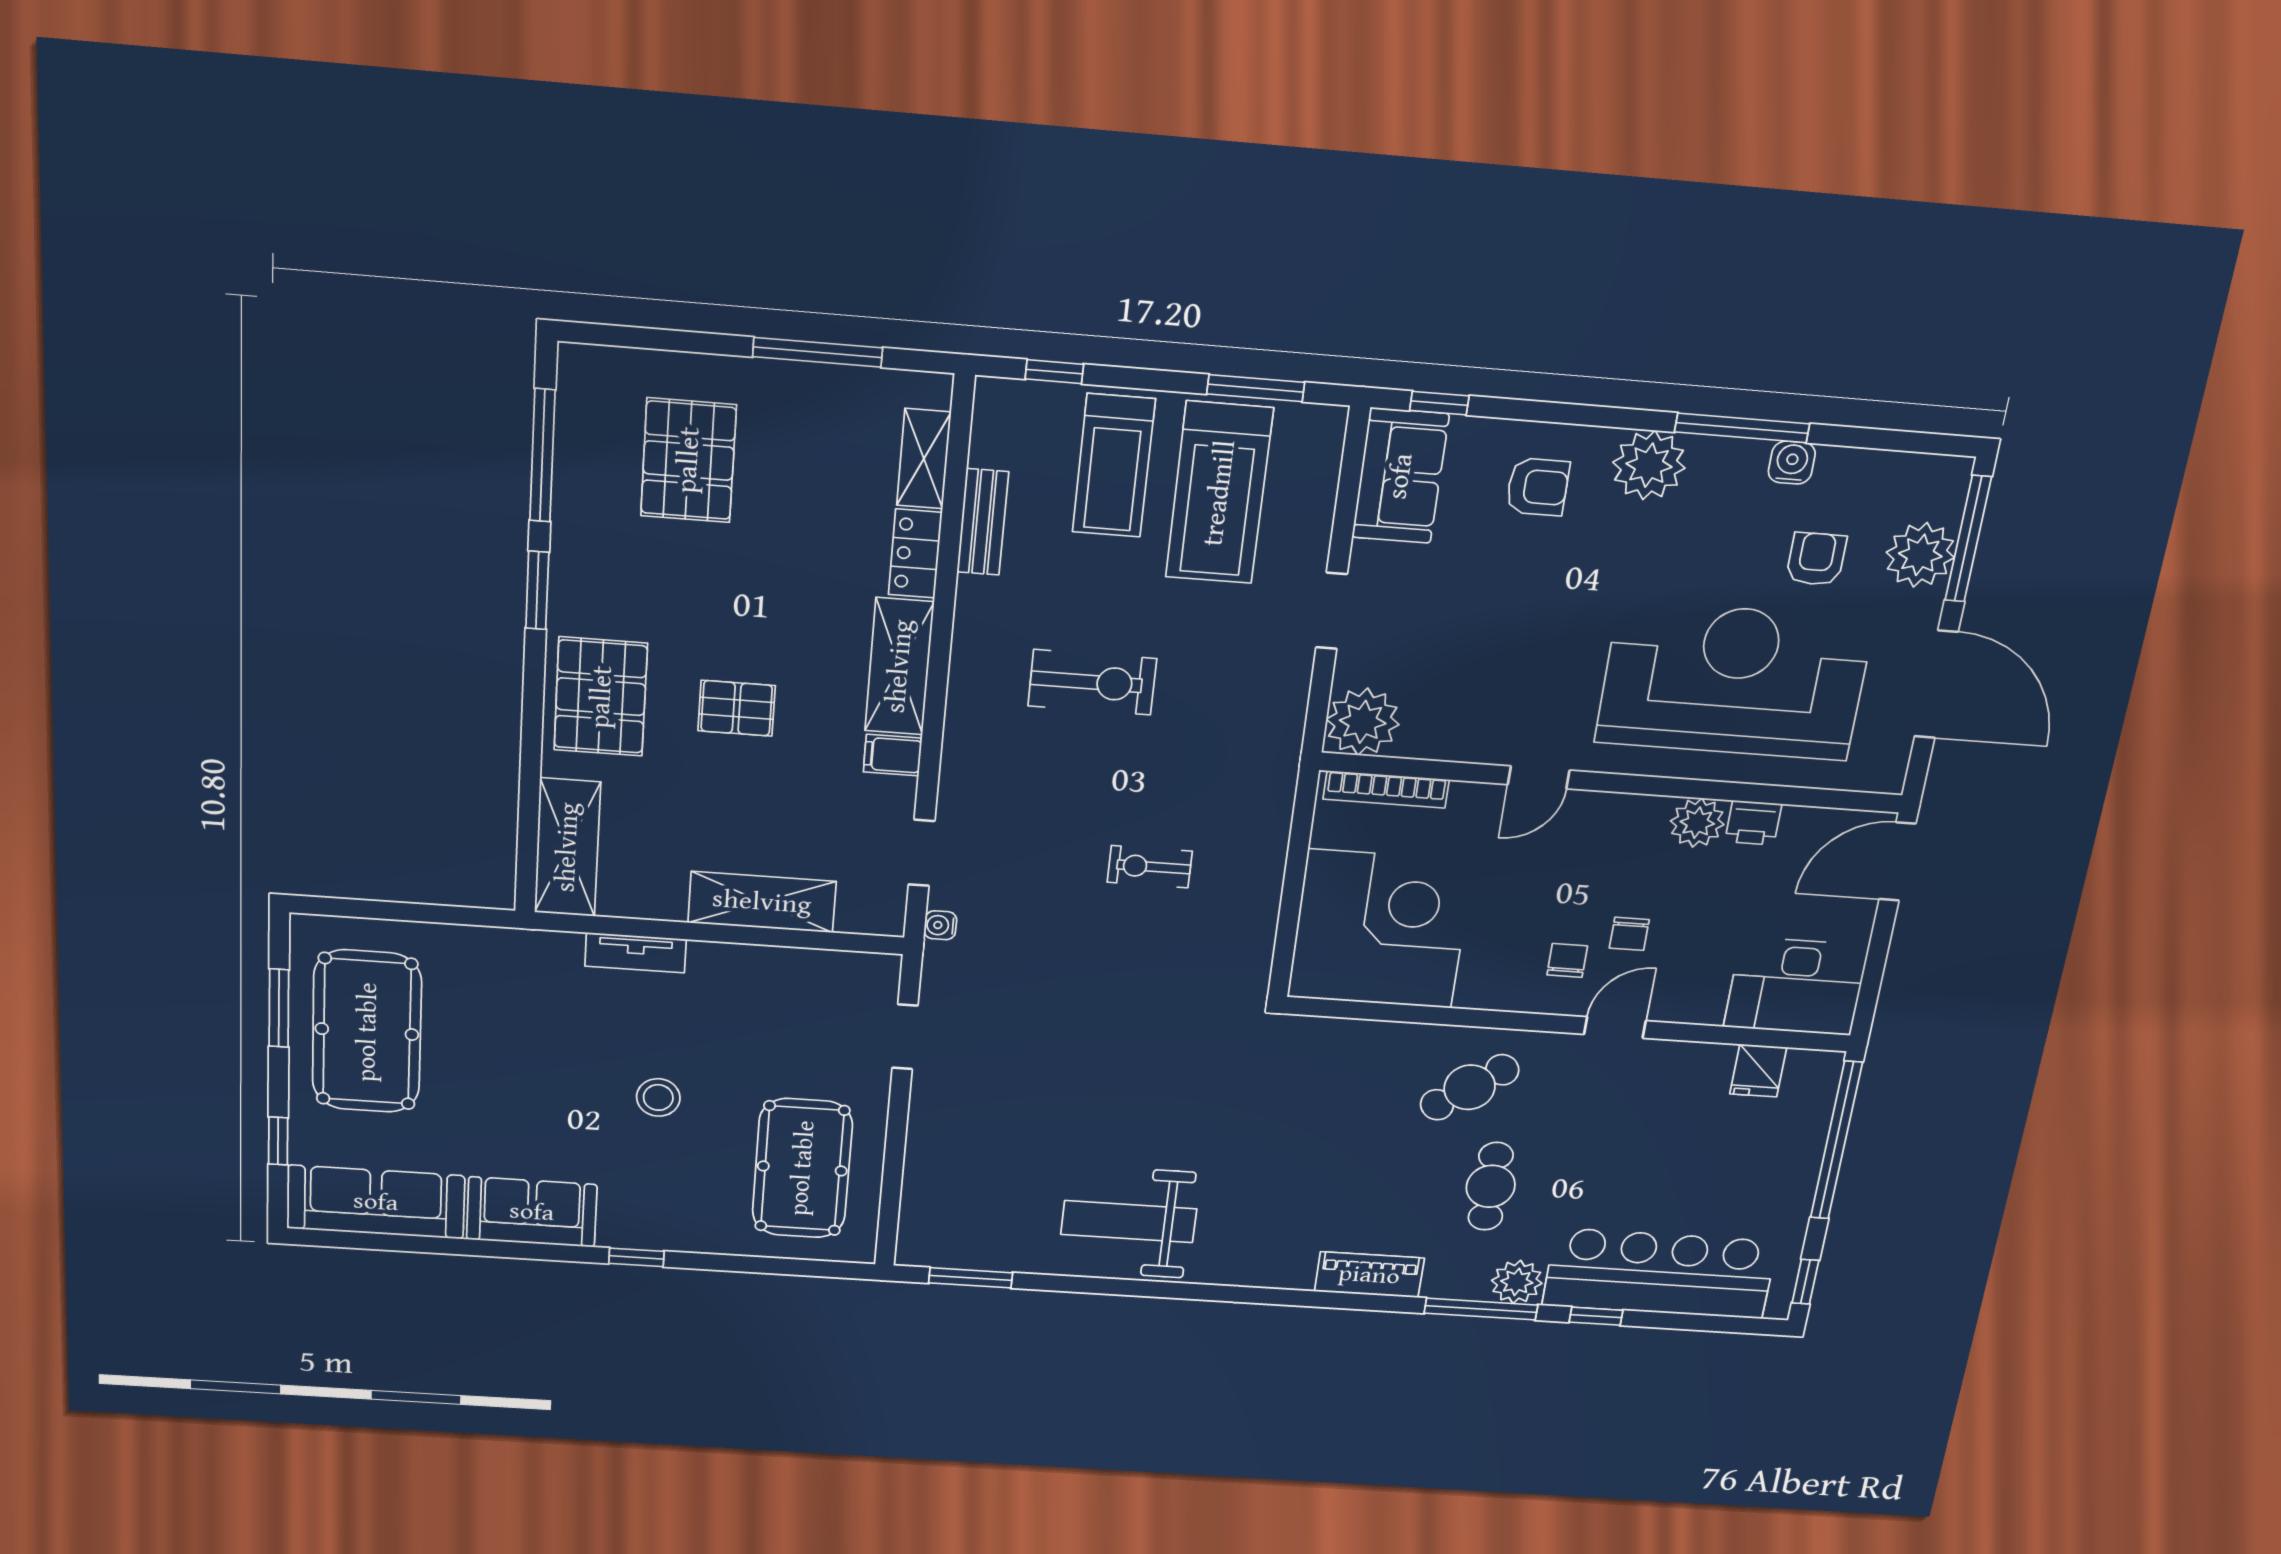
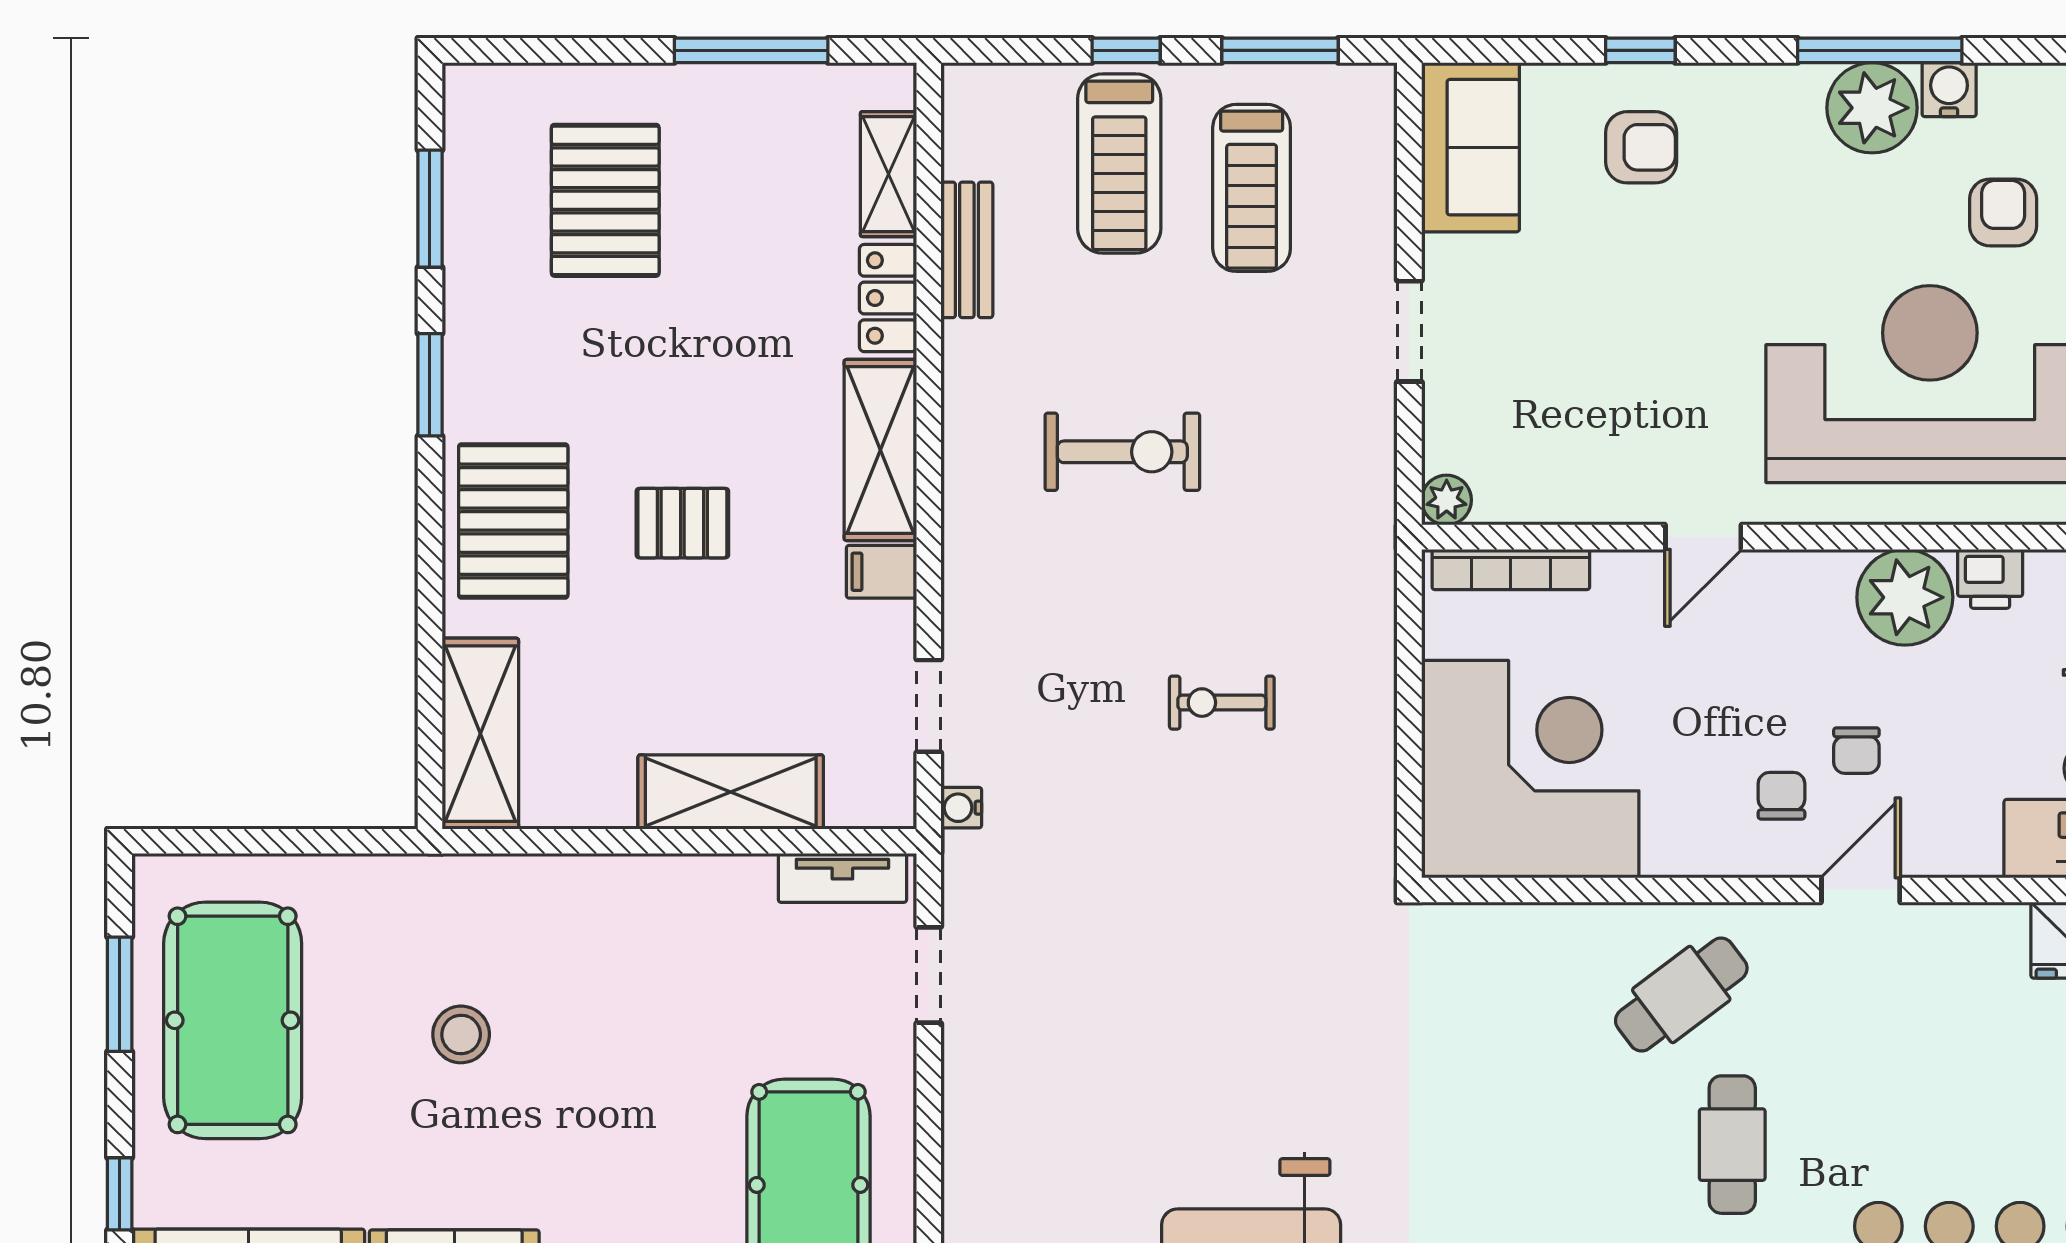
window: (1054, 372) -> (1126, 50), moved
window: (1439, 403) -> (1640, 50), moved
window: (542, 455) -> (430, 209), width x0.69
plant: (1649, 465) -> (1872, 108), moved
treadmill: (1219, 493) -> (1252, 188), width x0.73, depth x0.73
plant: (1363, 722) -> (1447, 500), width x0.53, depth x0.53
plant: (1697, 823) -> (1905, 597), width x1.36, depth x1.36
tv unit: (636, 953) -> (842, 878), moved
stool: (658, 1097) -> (461, 1034), moved

